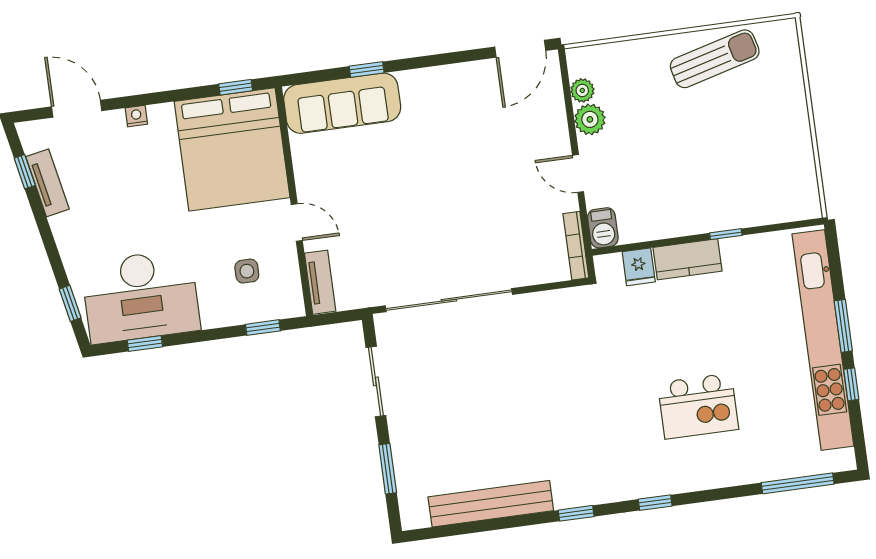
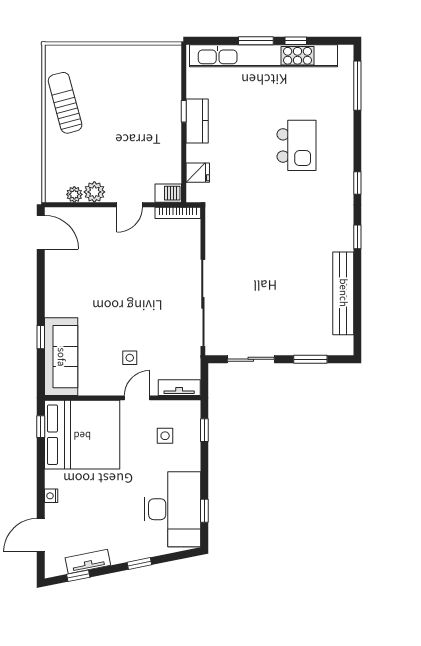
side table: (354, 204) -> (130, 358), added
kitchen counter: (687, 259) -> (197, 121), moved
window: (70, 303) -> (139, 563), moved

